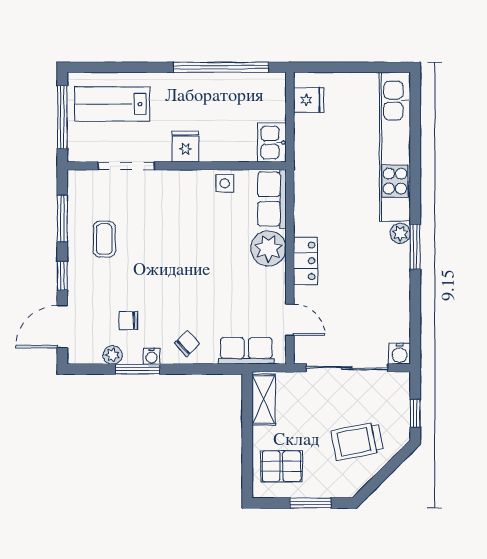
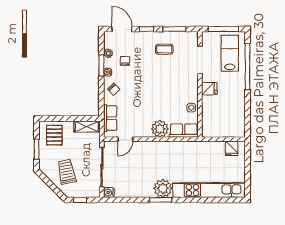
window: (221, 67) -> (248, 66), moved
kitchen sink: (272, 142) -> (211, 130), removed
plant: (400, 233) -> (163, 188), width x1.88, depth x1.88
locker: (306, 261) -> (154, 147), removed

